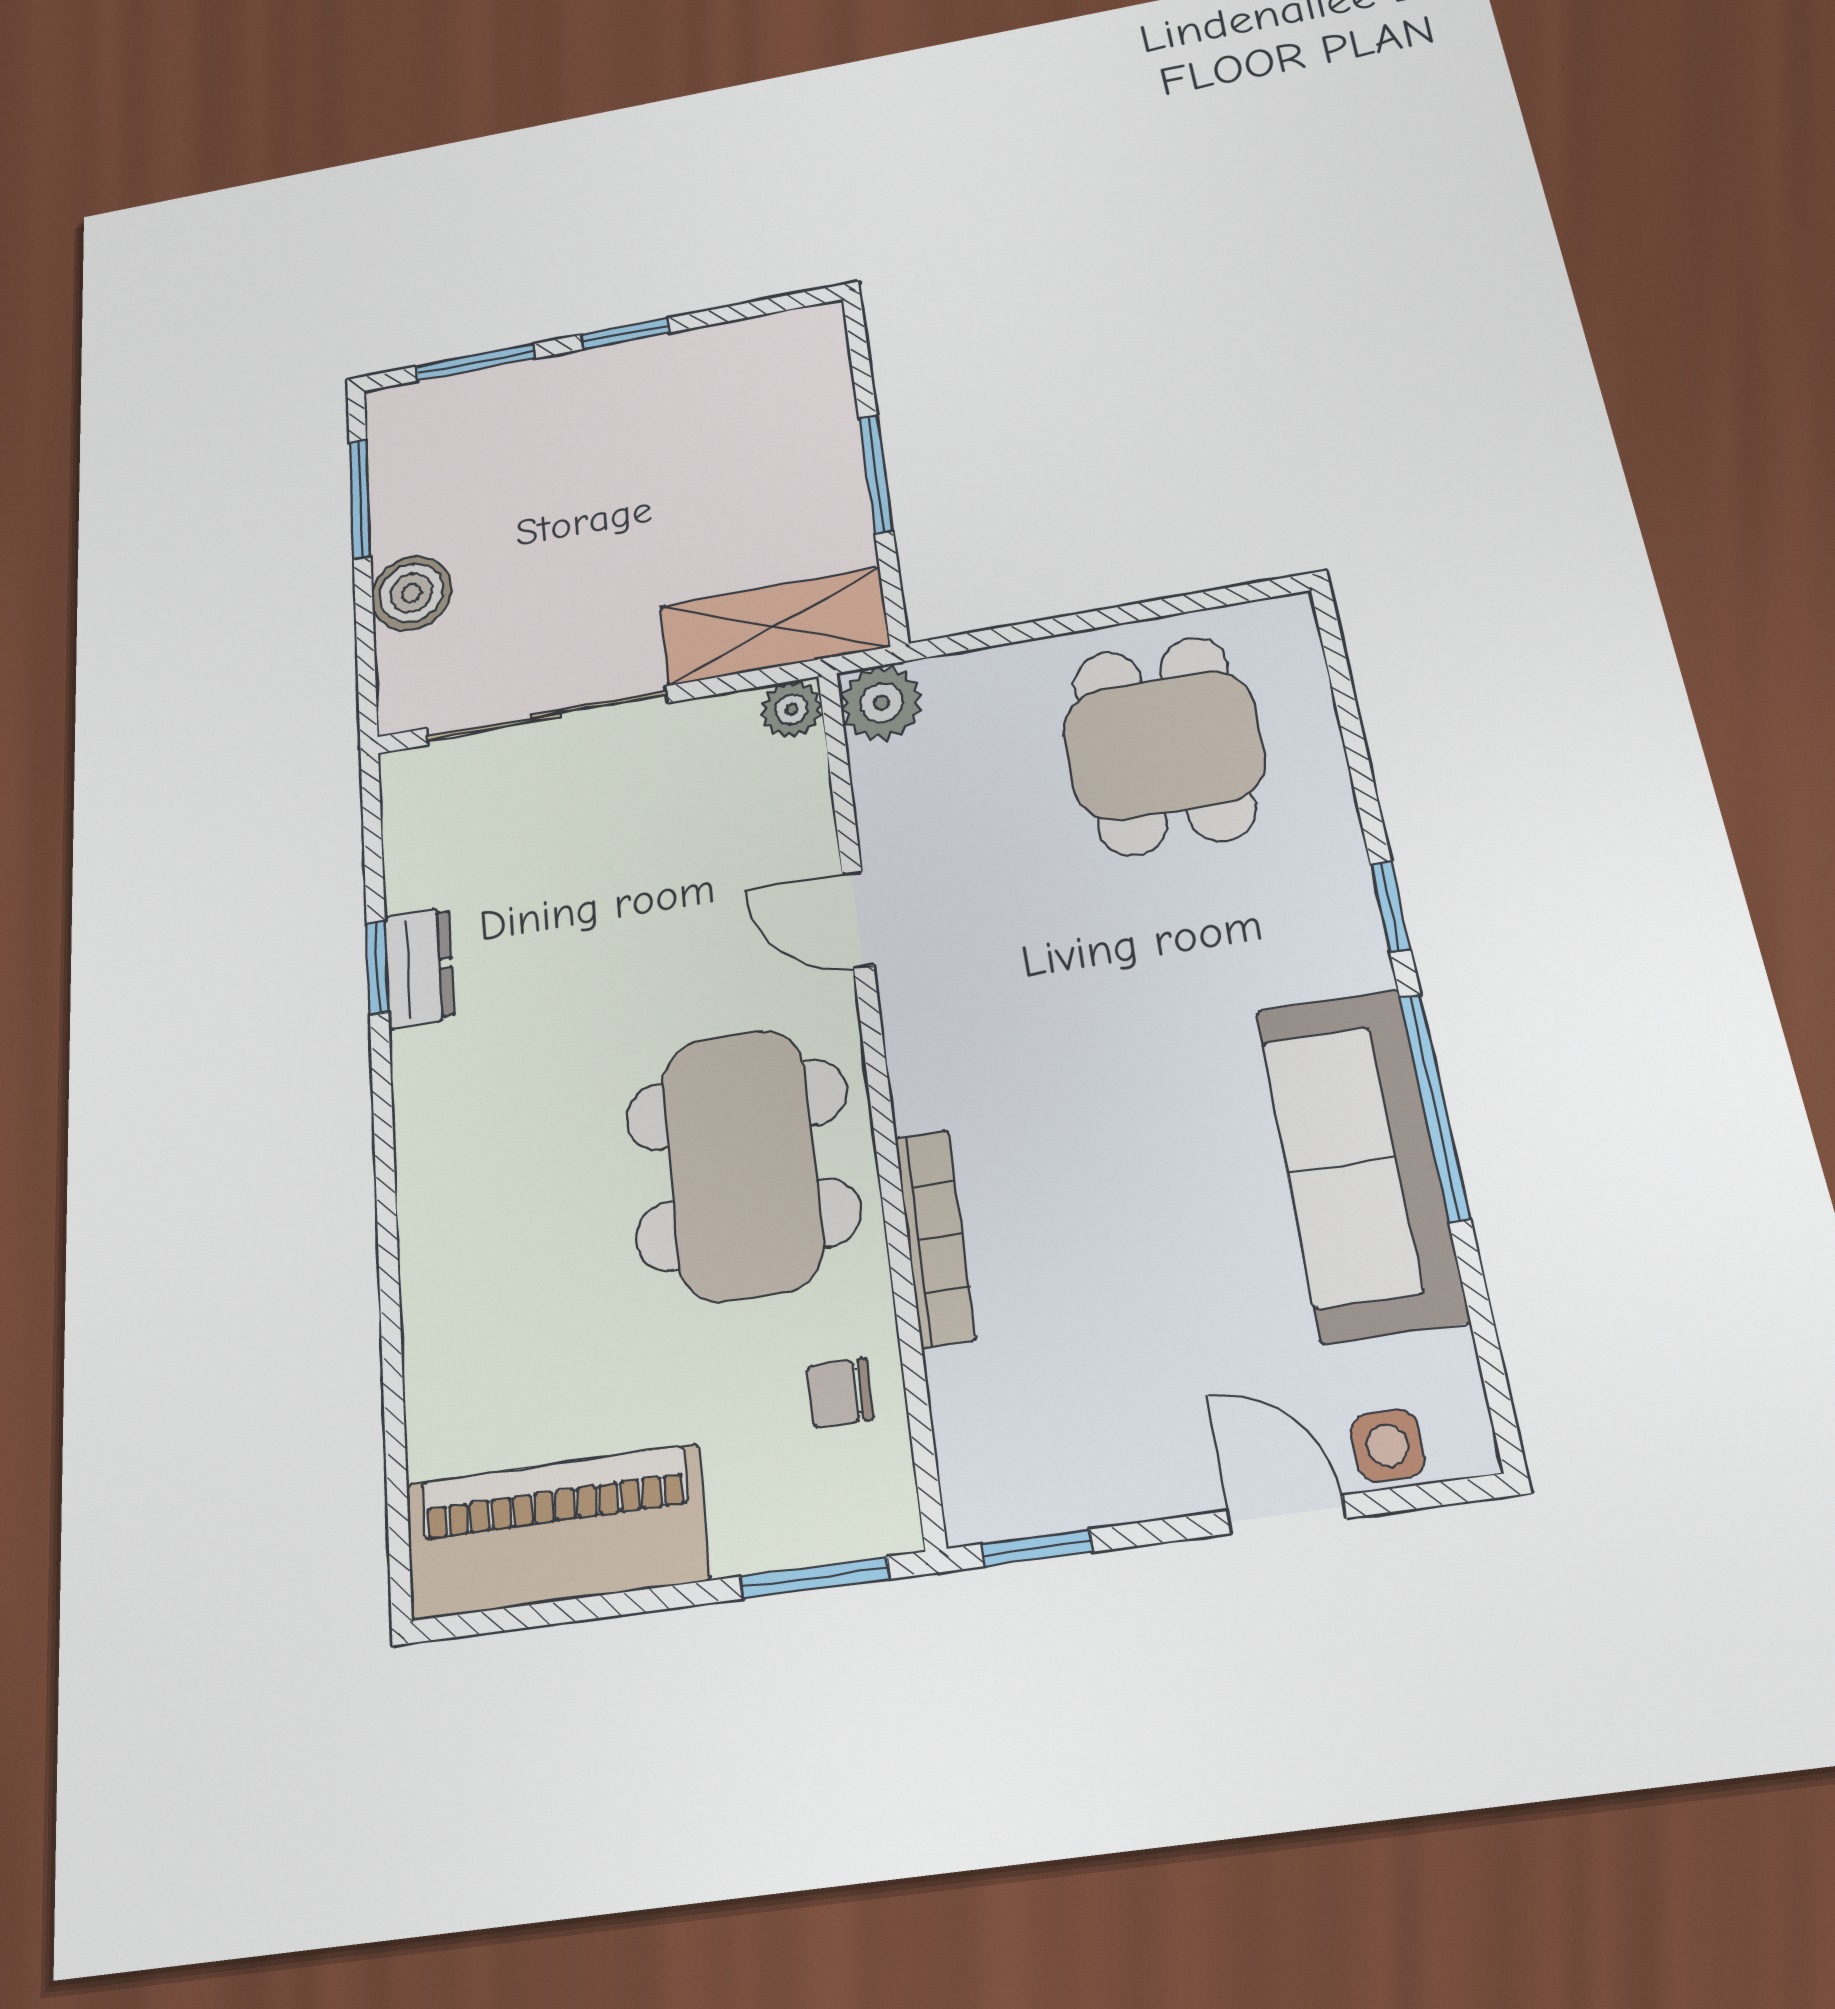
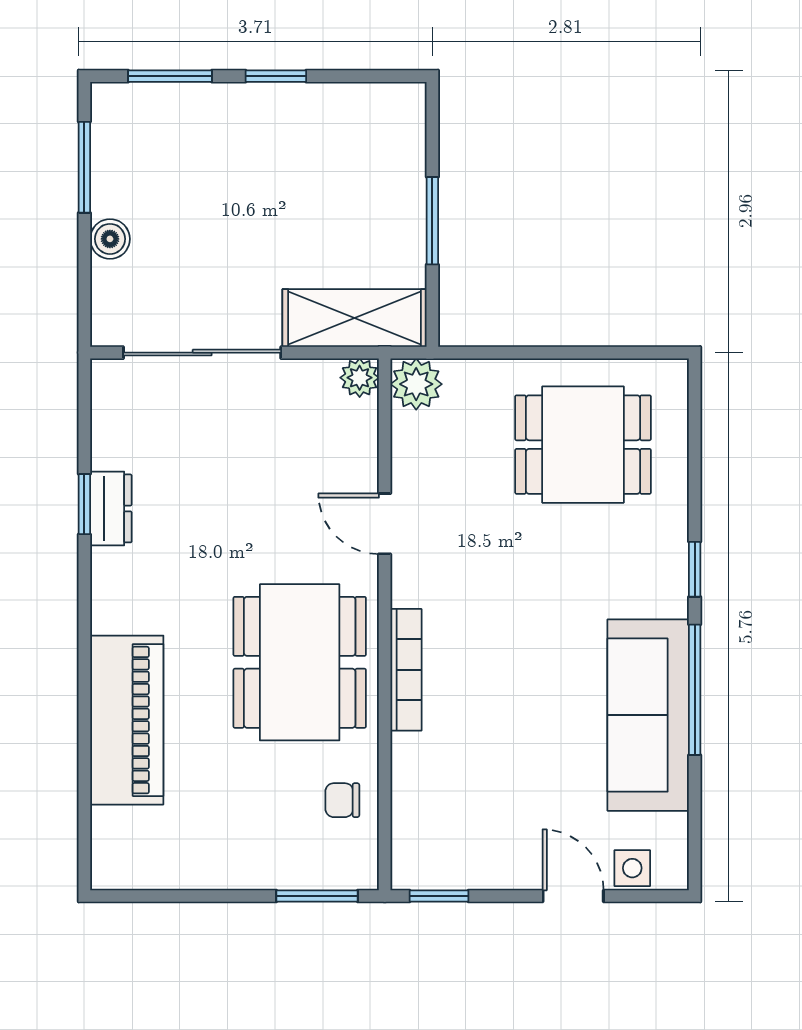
boiler: (411, 593) -> (110, 239), width x0.73, depth x0.73
dining table: (1164, 745) -> (583, 445), turned 90
bookcase: (935, 1238) -> (406, 670), moved
piano: (556, 1532) -> (127, 720), moved, turned 90

